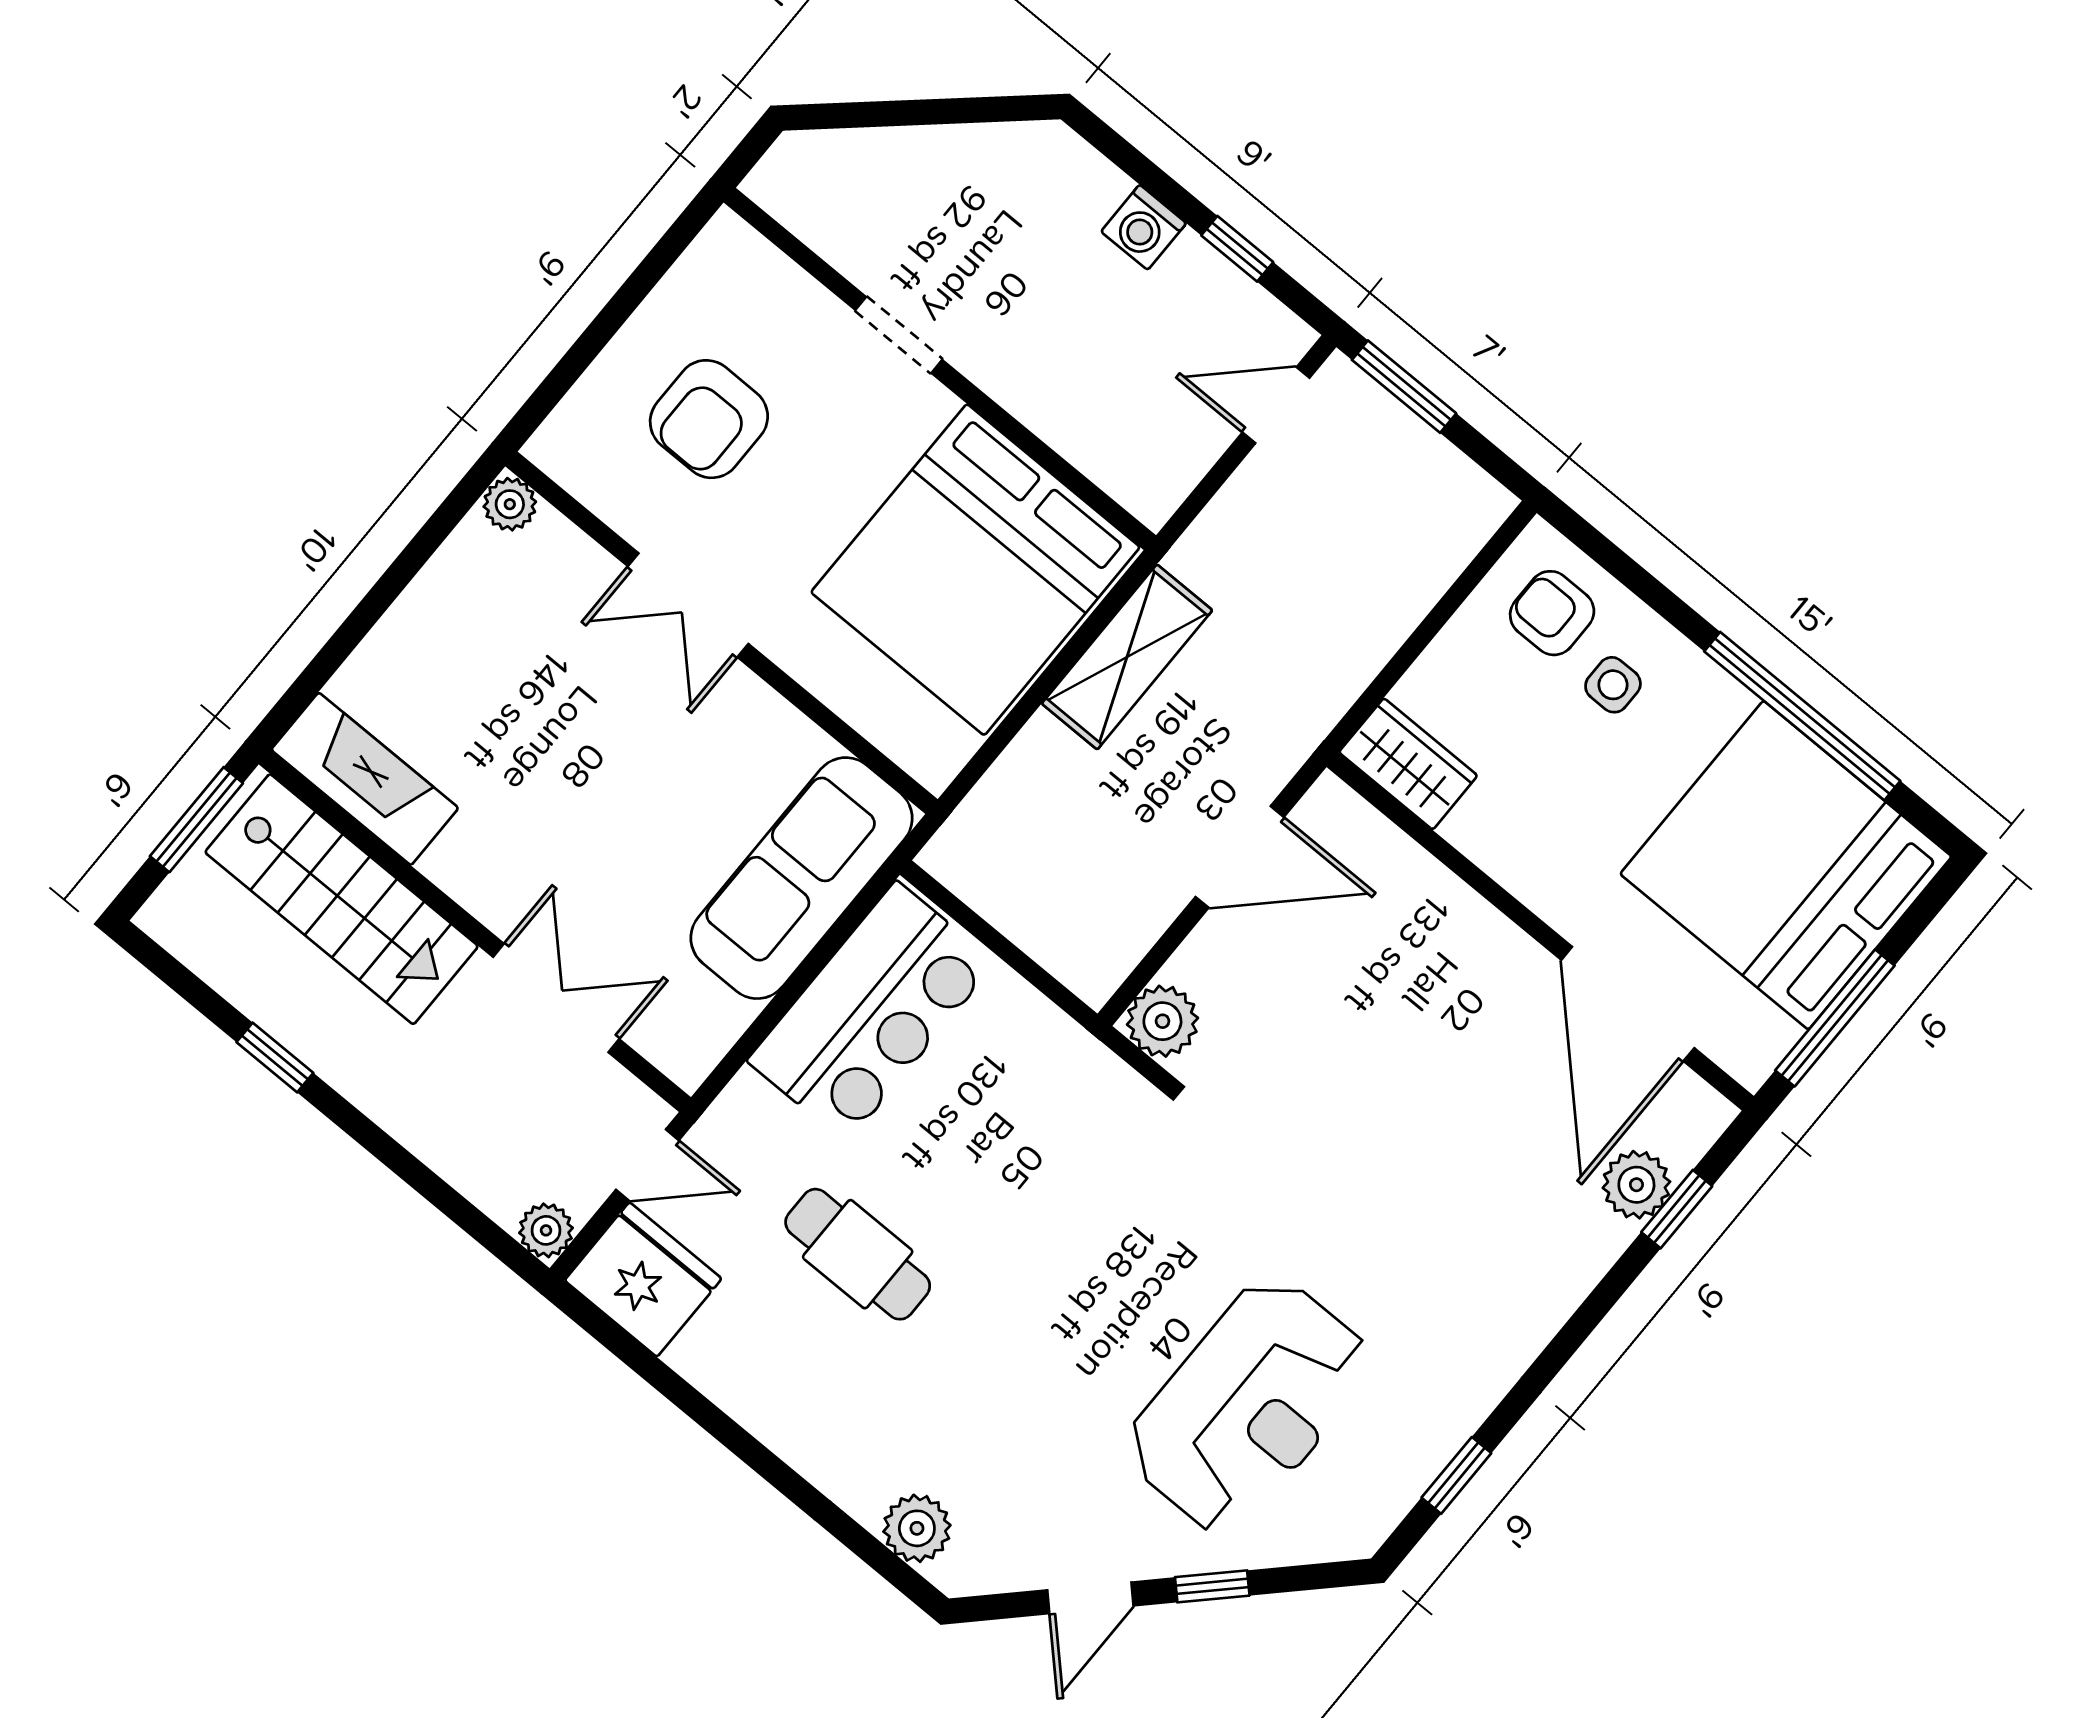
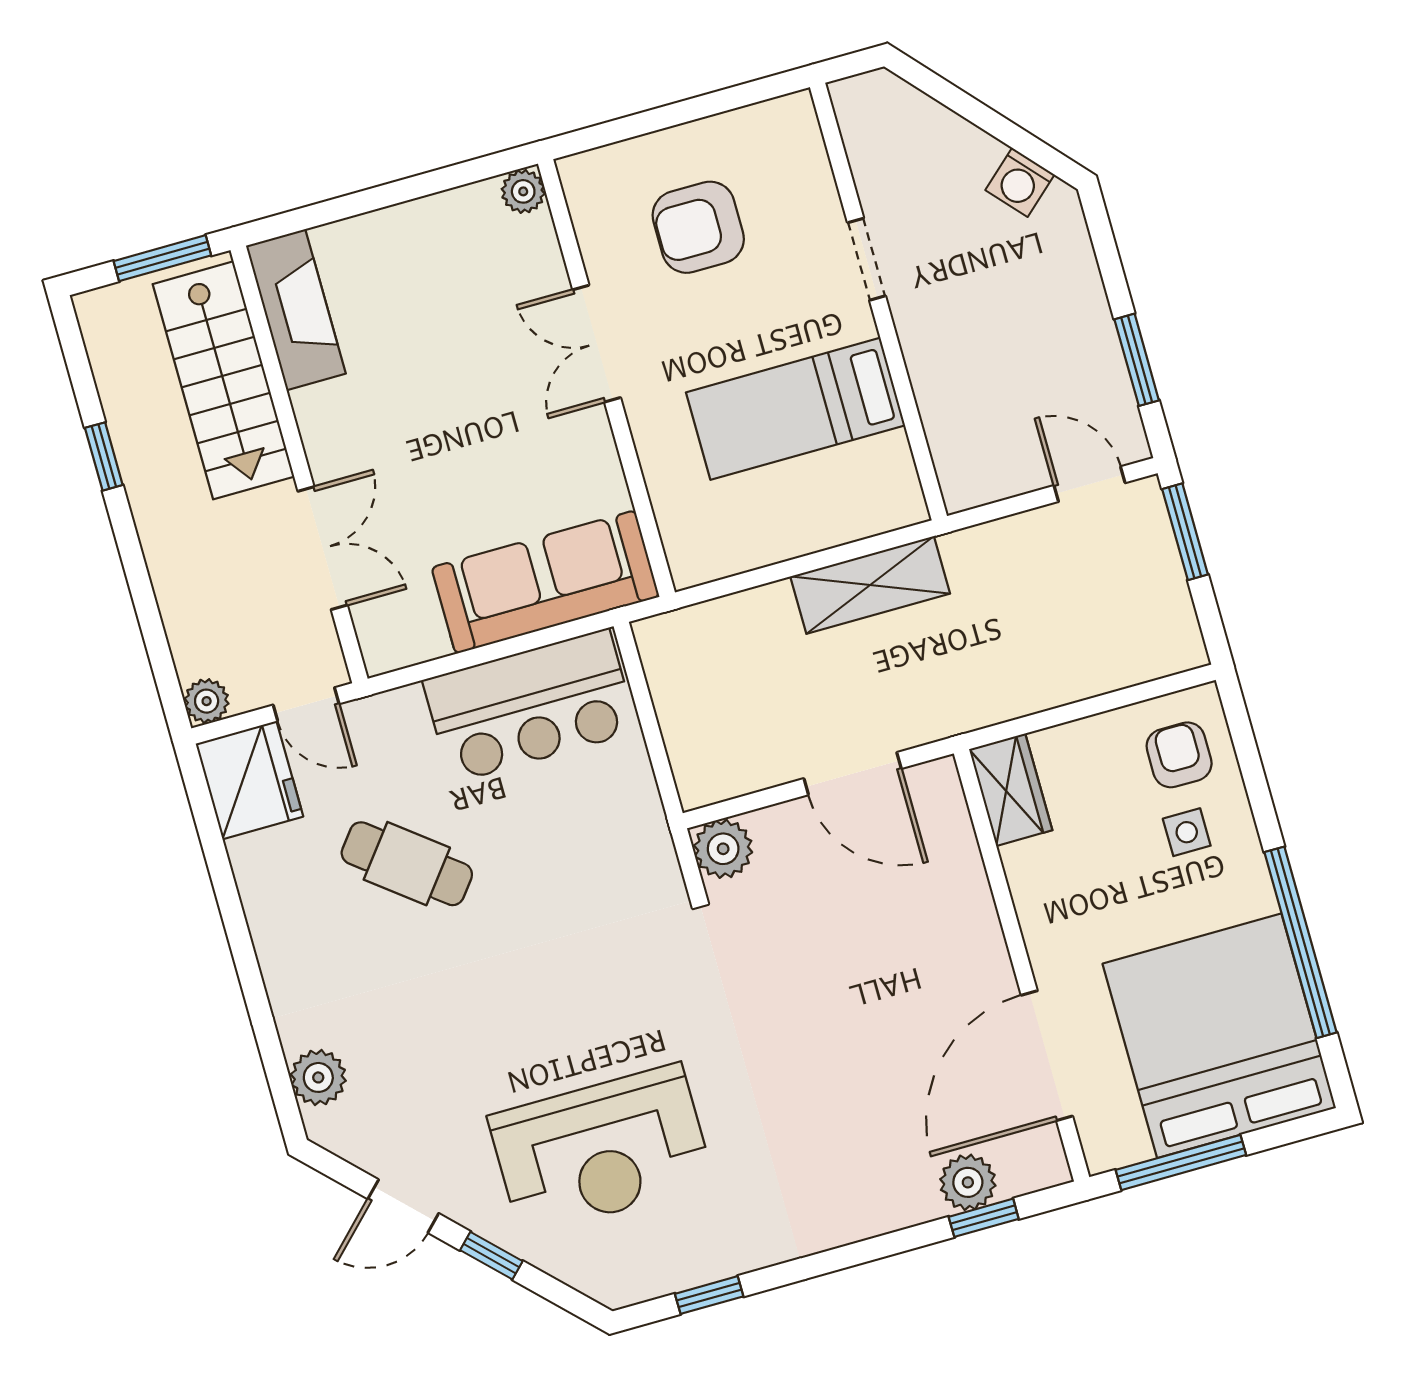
washing machine: (1144, 227) -> (1020, 182), moved, turned -42
window: (1237, 249) -> (1137, 360), width x1.50
bed: (975, 570) -> (795, 409), width x0.49
cafe table: (858, 1254) -> (407, 864), turned -52

